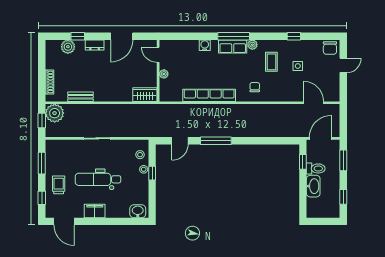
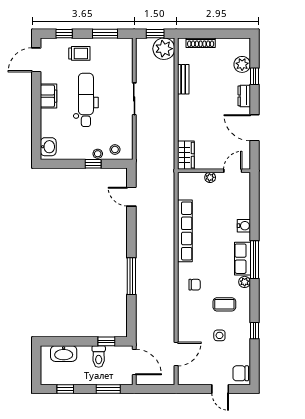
window: (216, 141) -> (131, 276), moved
washbasin: (313, 186) -> (64, 354), moved

